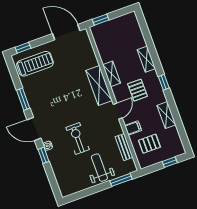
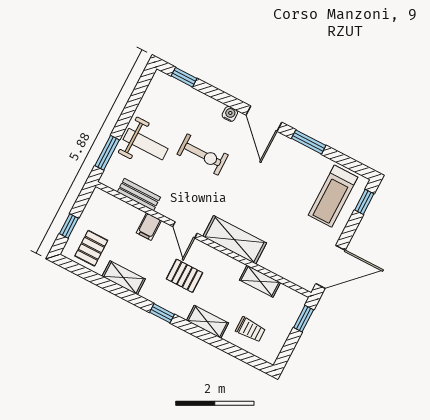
trolley: (130, 37) -> (250, 330), added
shelving: (112, 74) -> (260, 281), moved
door: (34, 129) -> (264, 119), swing flipped
pallet: (149, 144) -> (91, 248), moved
window: (44, 155) -> (184, 77), moved

